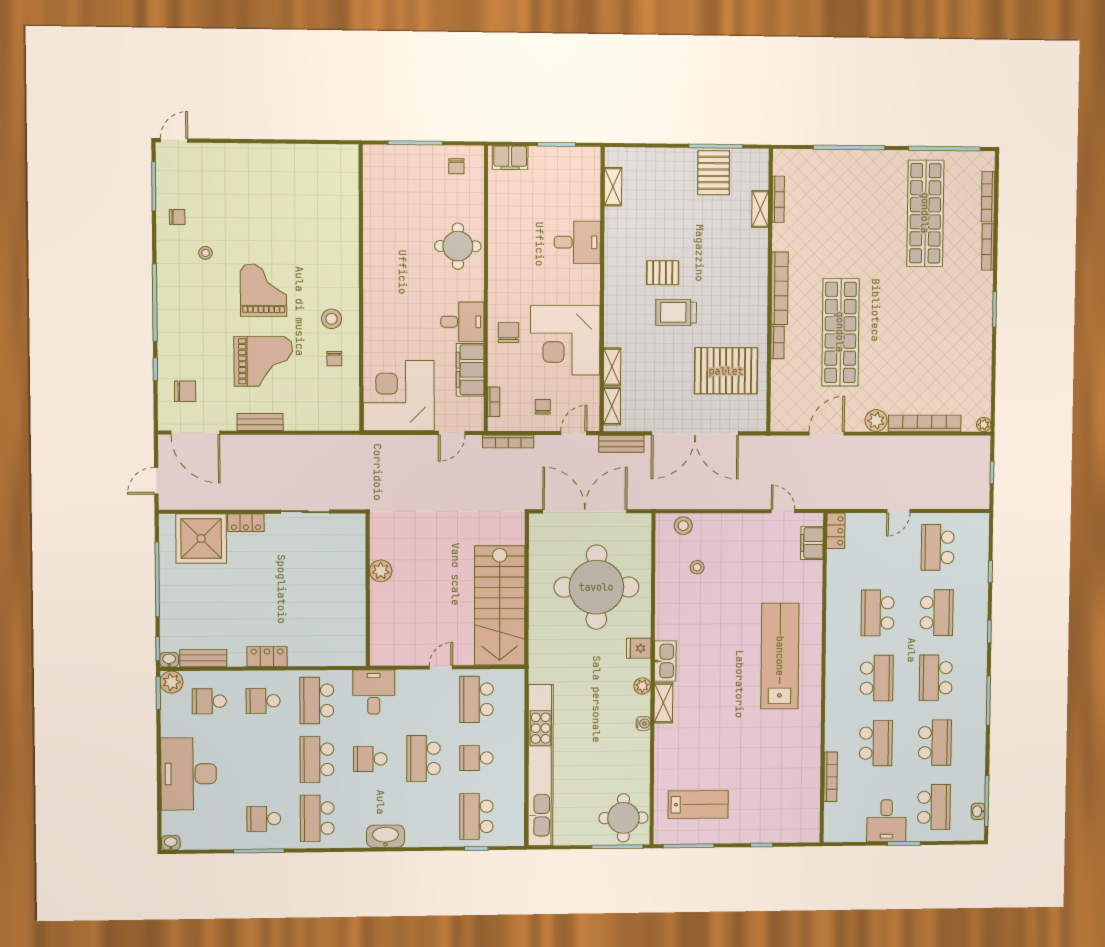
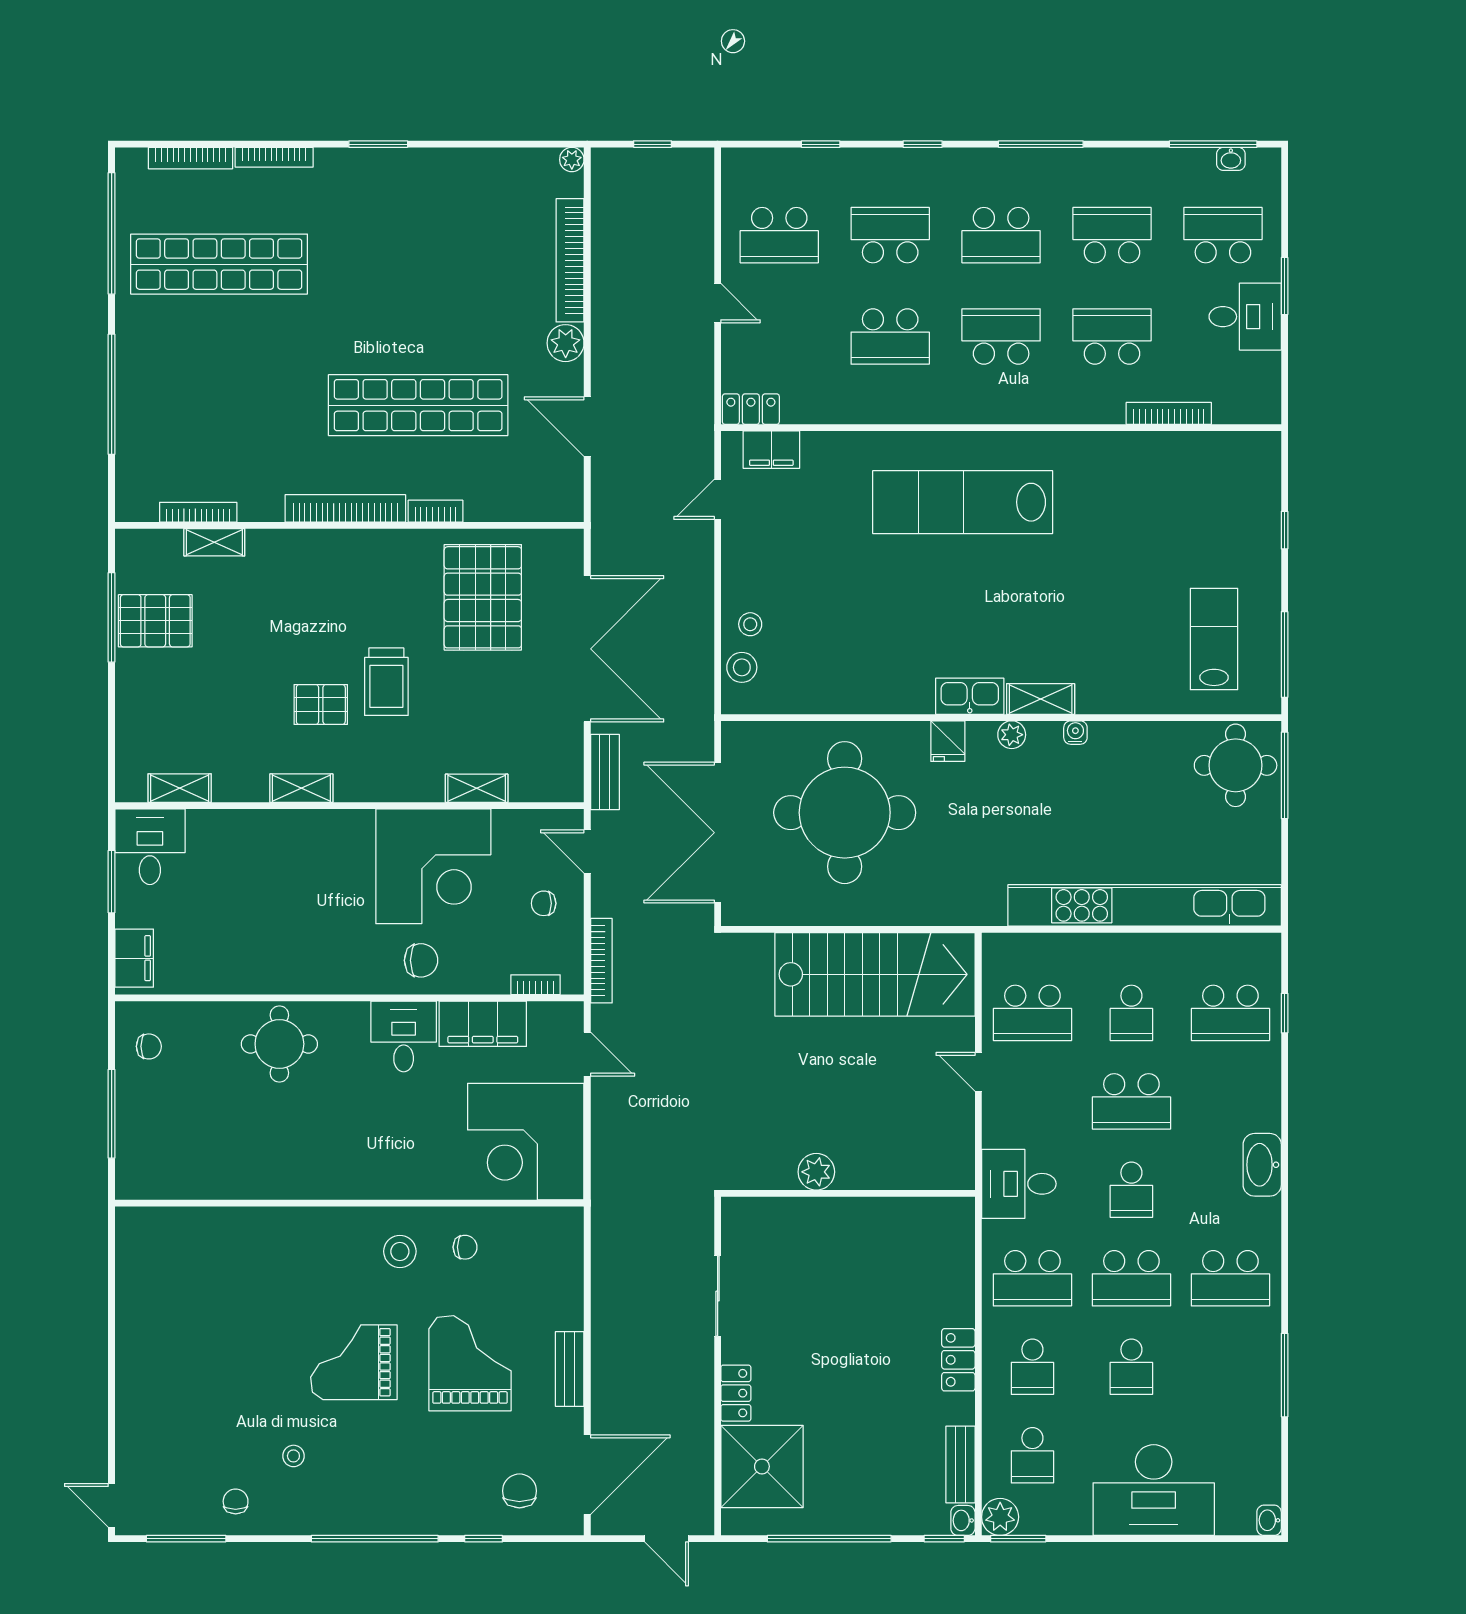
desk: (577, 242) -> (150, 847), moved
pallet: (663, 273) -> (321, 705), turned 90
chair: (508, 333) -> (421, 960), turned 180
shelving: (612, 406) -> (301, 788), moved
stool: (697, 567) -> (750, 624), moved
school desk: (264, 819) -> (1131, 1367), moved

